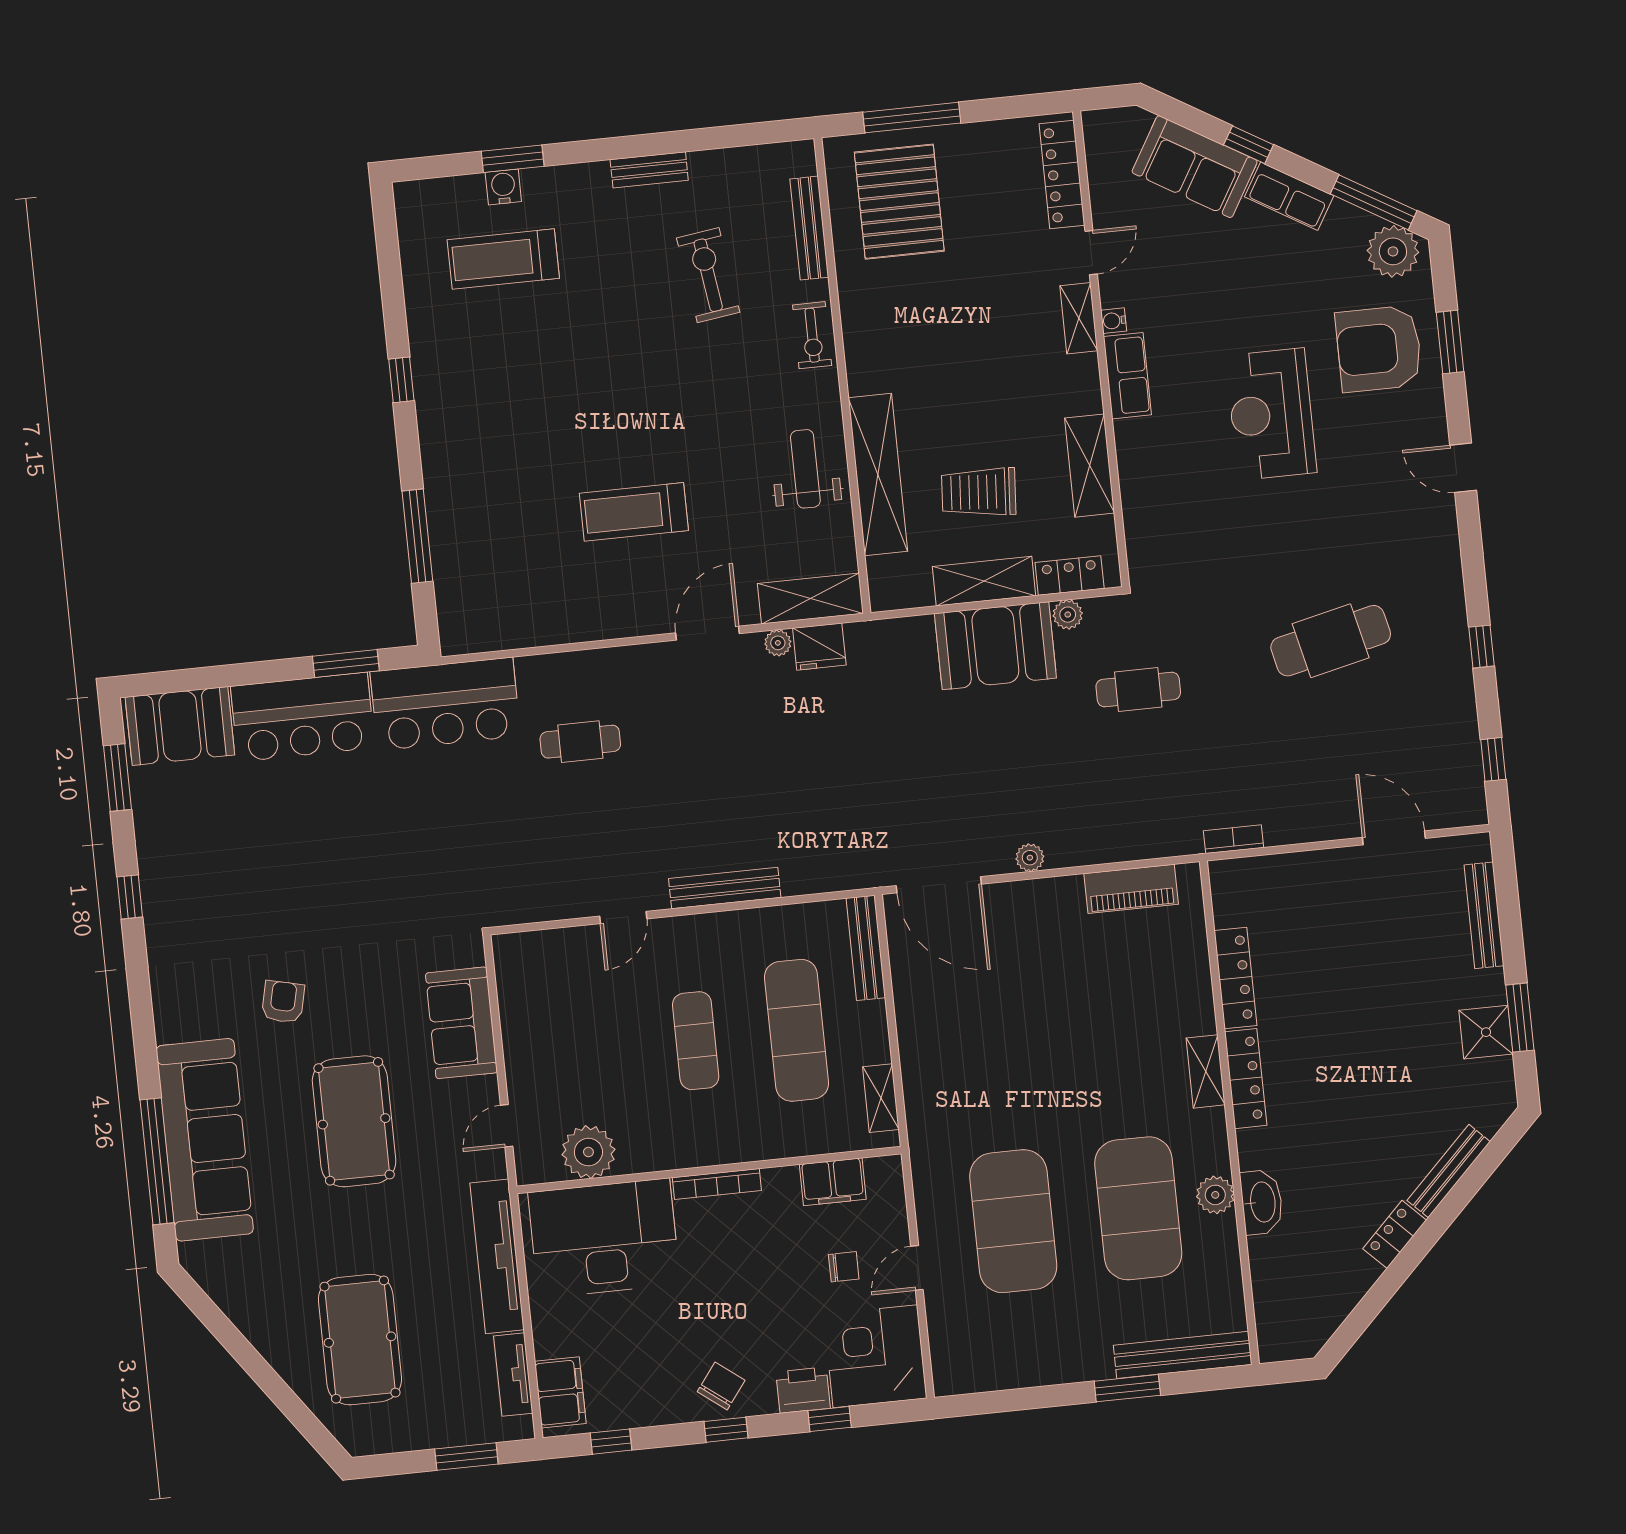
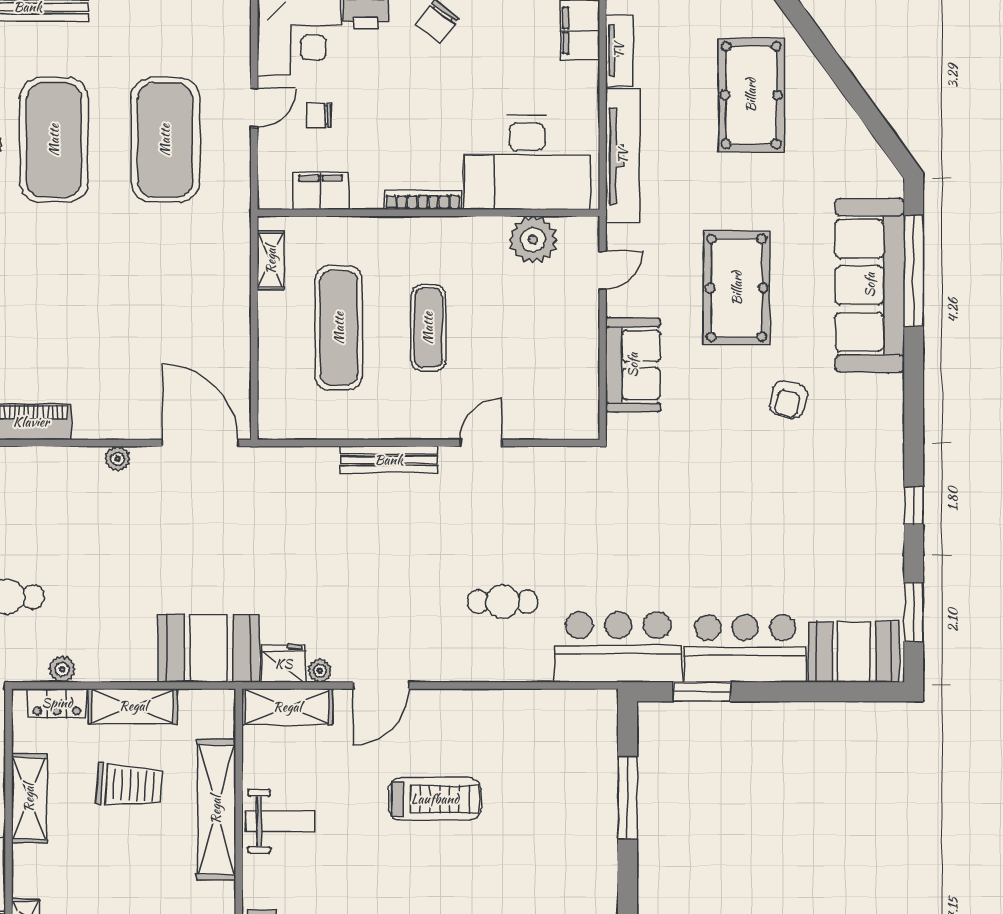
weight bench: (805, 469) -> (280, 821), turned -90
booth: (995, 646) -> (209, 648), moved
bench: (866, 948) -> (270, 394), removed

